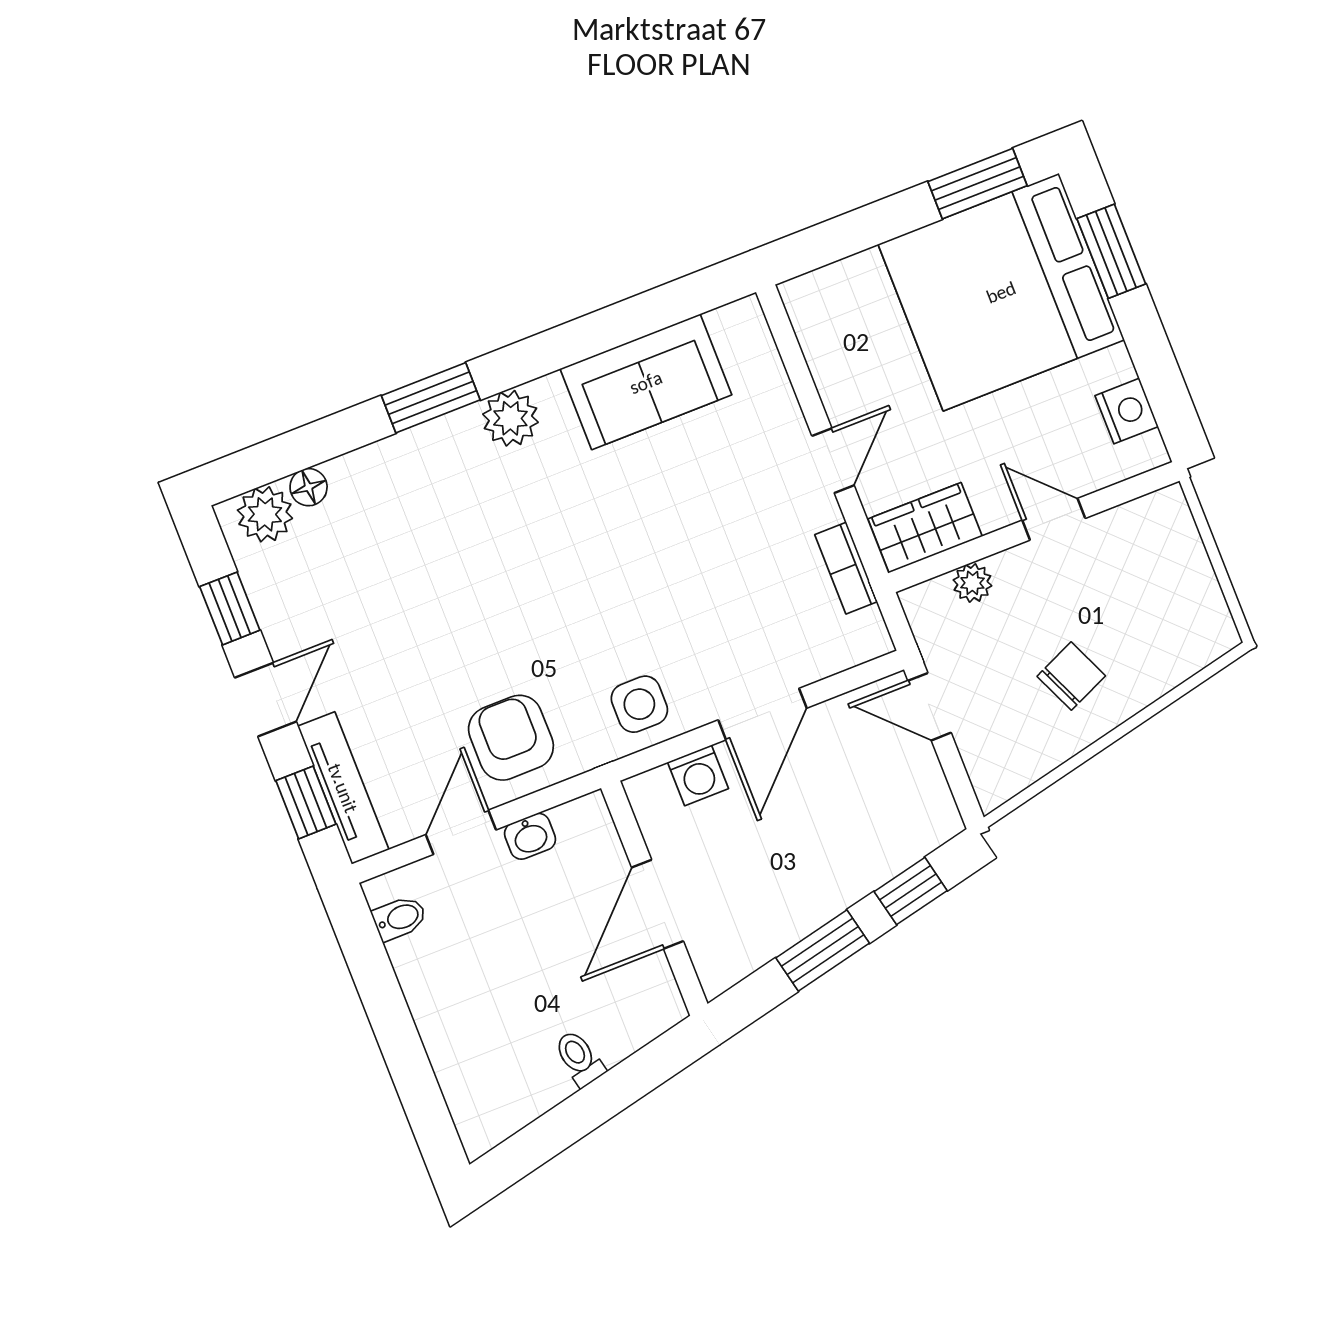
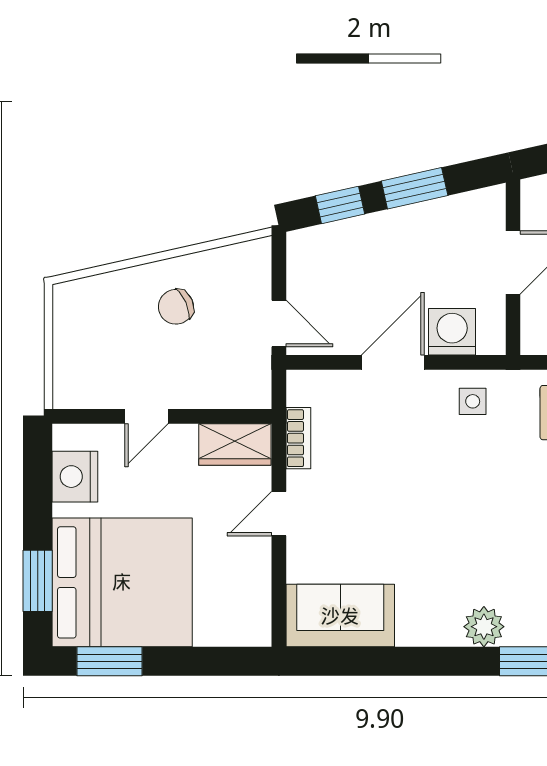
sofa: (646, 382) -> (340, 616), moved
nightstand: (1127, 411) -> (75, 477), width x1.36, depth x1.33
door: (1054, 519) -> (146, 416), hinge flipped
plant: (972, 583) -> (218, 395), removed
side table: (639, 704) -> (473, 401), width x0.73, depth x0.73
washing machine: (698, 775) -> (452, 332), width x1.38, depth x1.38

